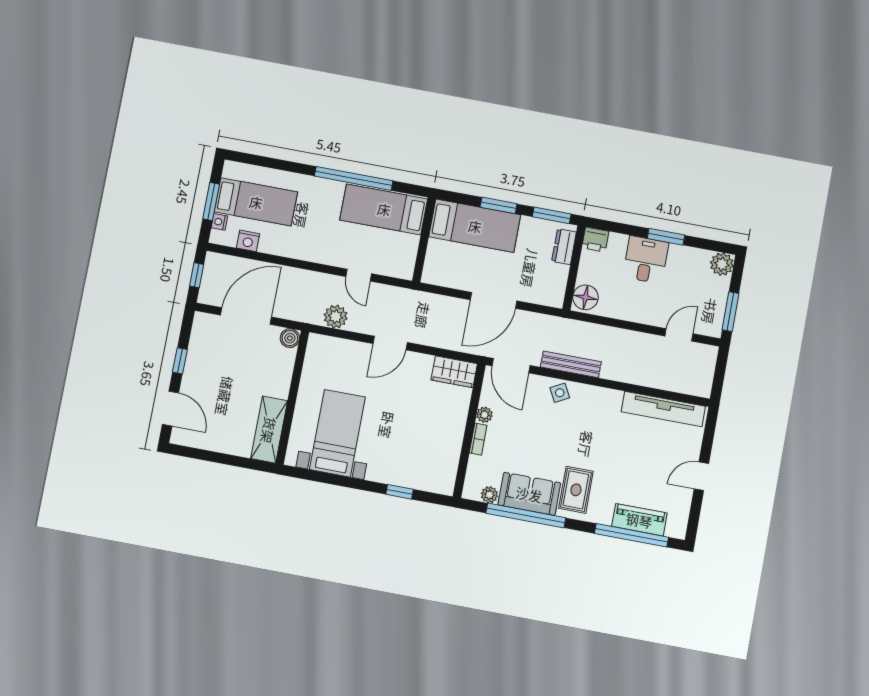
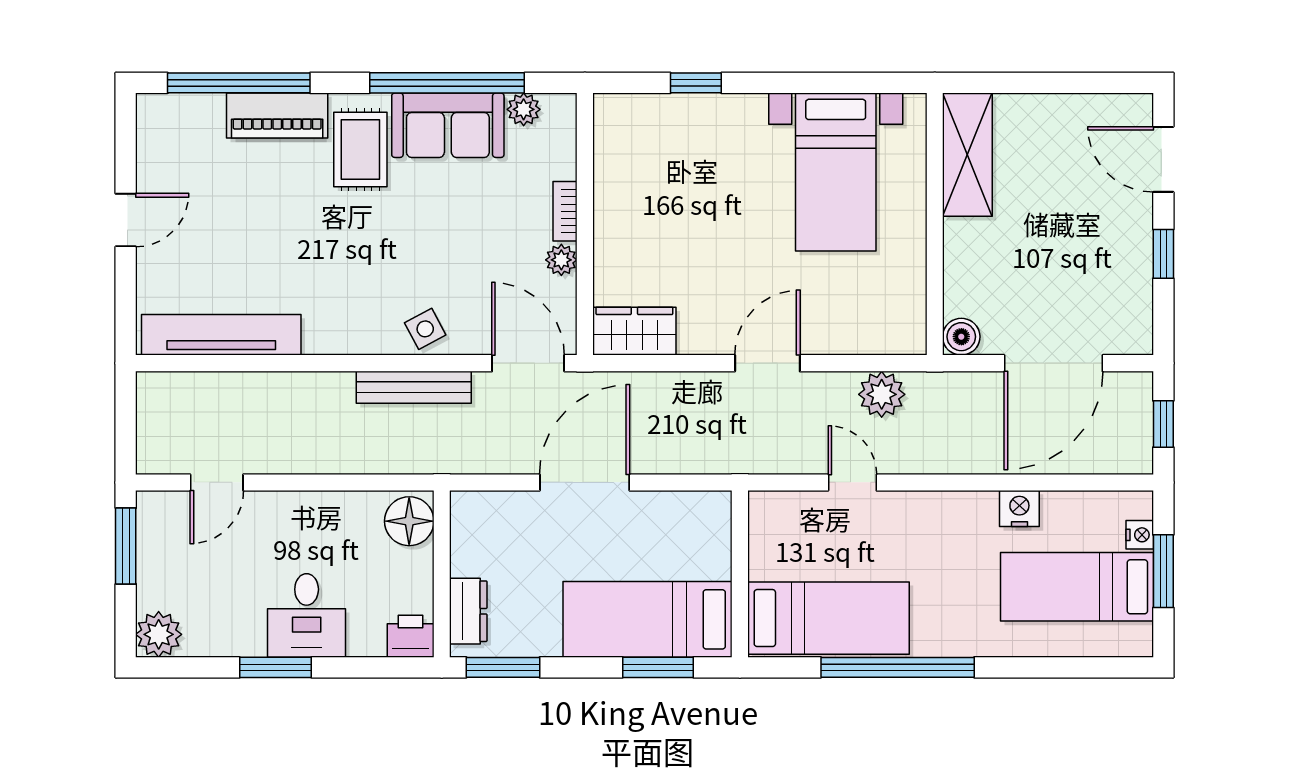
window: (499, 205) -> (658, 667), moved
nightstand: (248, 241) -> (1019, 509), moved
piano: (639, 520) -> (277, 115), moved

